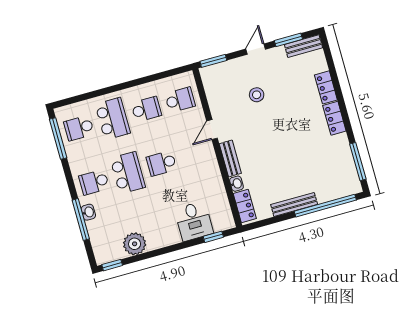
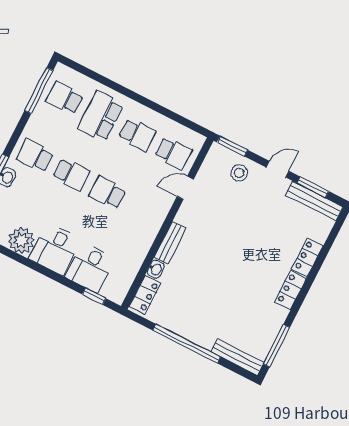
bench: (303, 46) -> (314, 201), width x1.36
stool: (257, 95) -> (239, 173), moved
school desk: (113, 119) -> (101, 116), turned 180
door: (212, 130) -> (185, 188), moved
school desk: (128, 173) -> (71, 174), width x0.54
bench: (294, 204) -> (237, 357), moved
window: (325, 206) -> (187, 344), moved
desk: (161, 229) -> (55, 249), added

